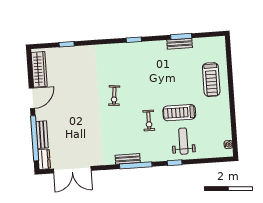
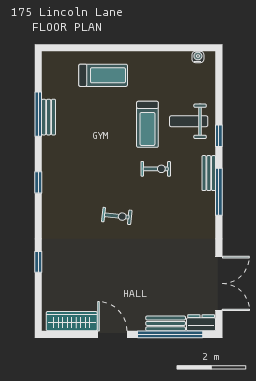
window: (181, 36) -> (38, 114), width x1.44
window: (67, 44) -> (38, 262), moved
bench: (128, 159) -> (209, 173), moved

